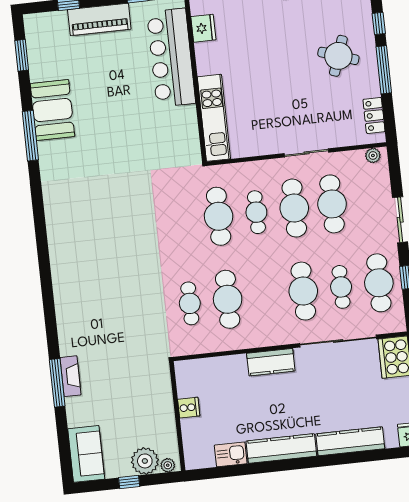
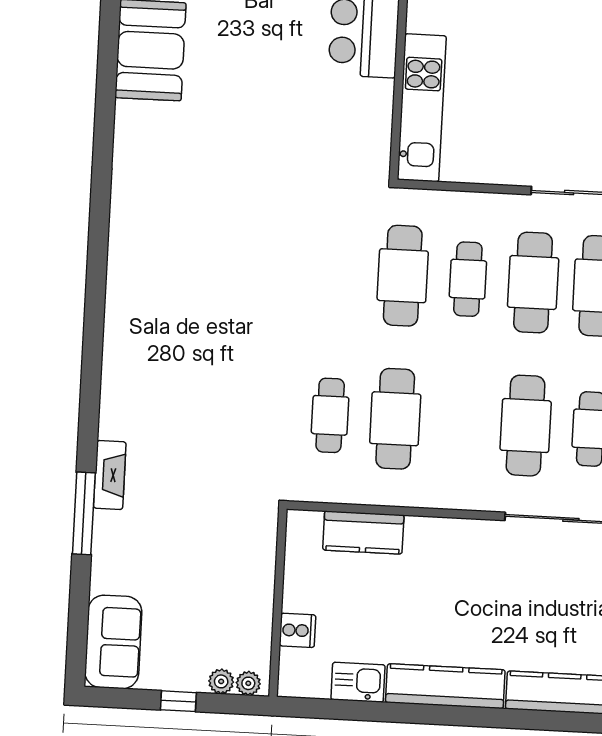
window: (30, 136) -> (106, 88), removed
kitchen counter: (271, 362) -> (363, 532), moved
fireplace: (70, 376) -> (110, 475), moved
cooker: (189, 408) -> (298, 630), moved
plant: (145, 461) -> (221, 681), width x0.53, depth x0.53

